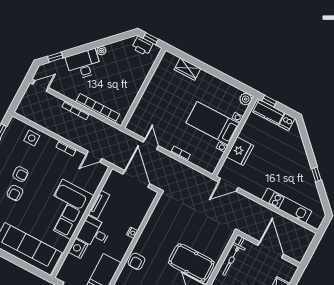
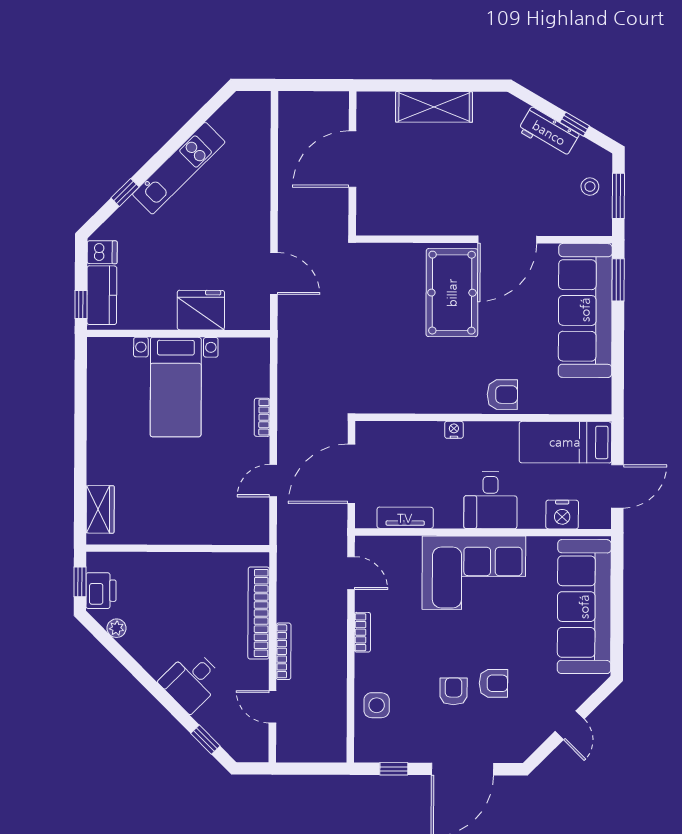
plant: (102, 51) -> (117, 628), moved
desk: (84, 64) -> (192, 681), width x0.73
wardrobe: (188, 69) -> (100, 509), moved
door: (41, 86) -> (272, 707), moved
plant: (246, 99) -> (100, 350), removed
window: (316, 174) -> (125, 192), moved
door: (228, 185) -> (274, 273), moved
tv unit: (99, 205) -> (405, 518), moved
kitchen unit: (287, 206) -> (179, 168), moved, turned -135
nightstand: (78, 248) -> (562, 515), moved
bicycle: (234, 256) -> (400, 221), removed

